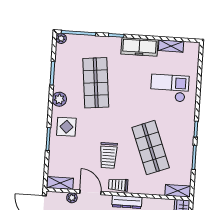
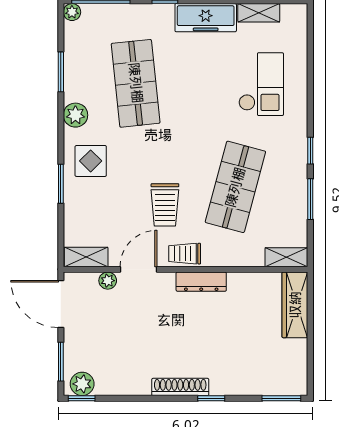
checkout: (170, 88) -> (261, 84), turned 90
shop shelf: (151, 148) -> (235, 187), turned 36
door: (90, 192) -> (139, 269), hinge flipped

